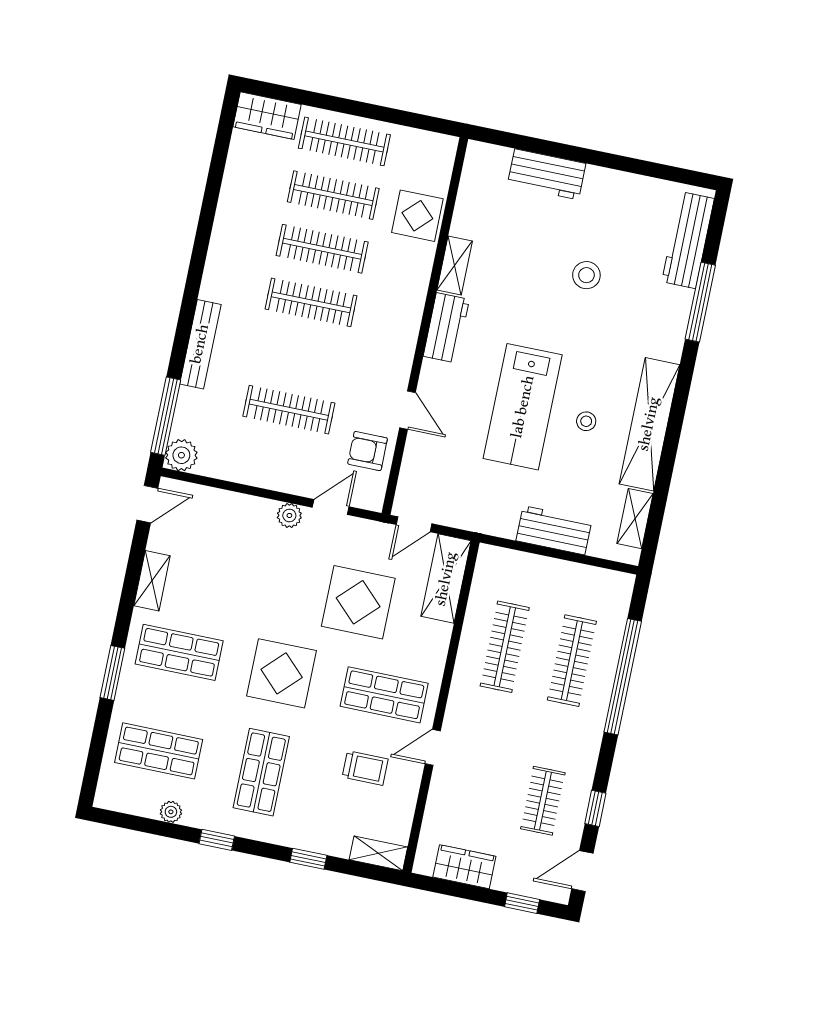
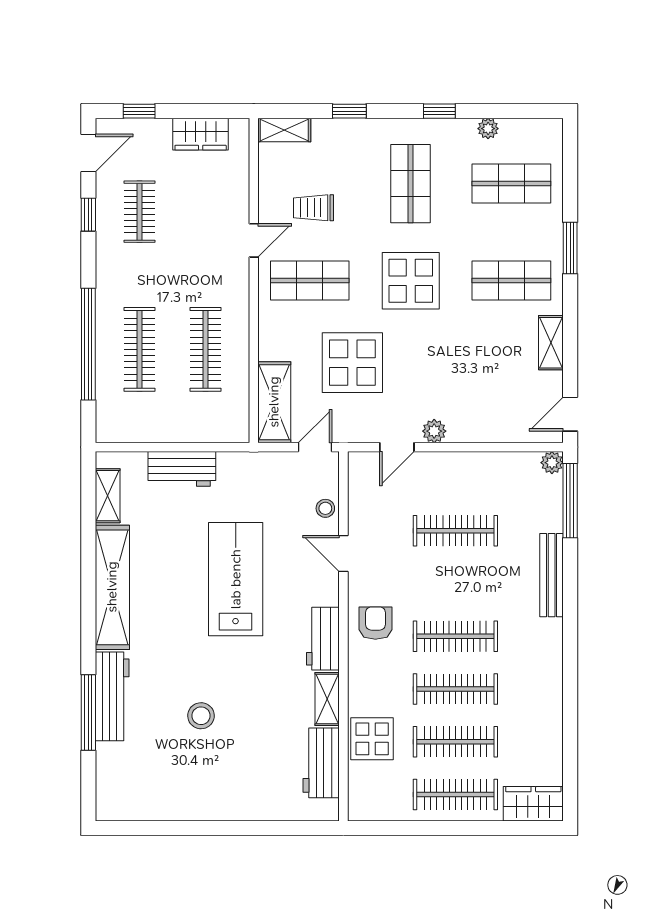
workbench: (547, 174) -> (321, 763), moved, turned -90
workbench: (688, 240) -> (112, 696), moved
stool: (586, 421) -> (325, 508), moved
armchair: (368, 451) -> (375, 623), moved, turned -90
plant: (181, 455) -> (552, 463), width x0.73, depth x0.73

